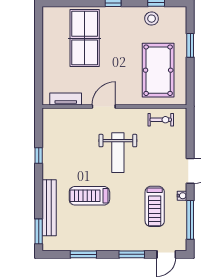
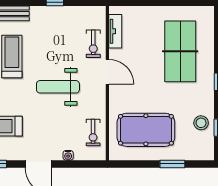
table tennis table: (85, 38) -> (180, 51), turned 90
exercise bike: (77, 120) -> (93, 44), added
water cooler: (182, 196) -> (68, 155), moved

